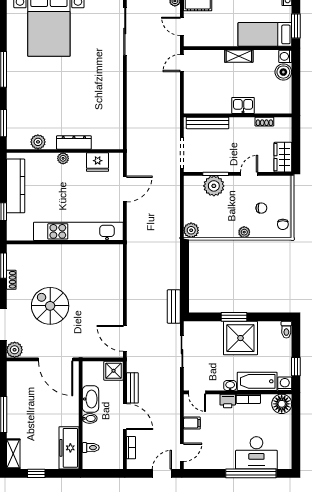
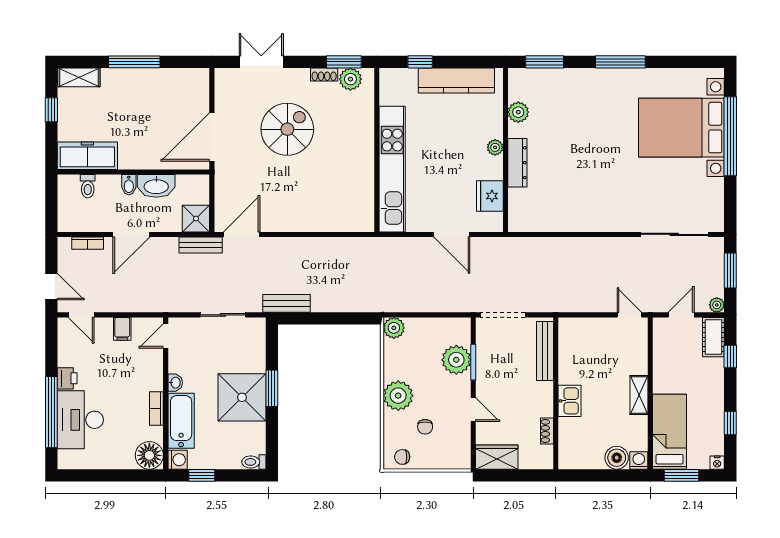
plant: (244, 232) -> (398, 396), width x1.88, depth x1.88
plant: (15, 350) -> (350, 79), moved
bench: (132, 388) -> (201, 245), moved
printer: (228, 401) -> (67, 378), moved, turned 180

